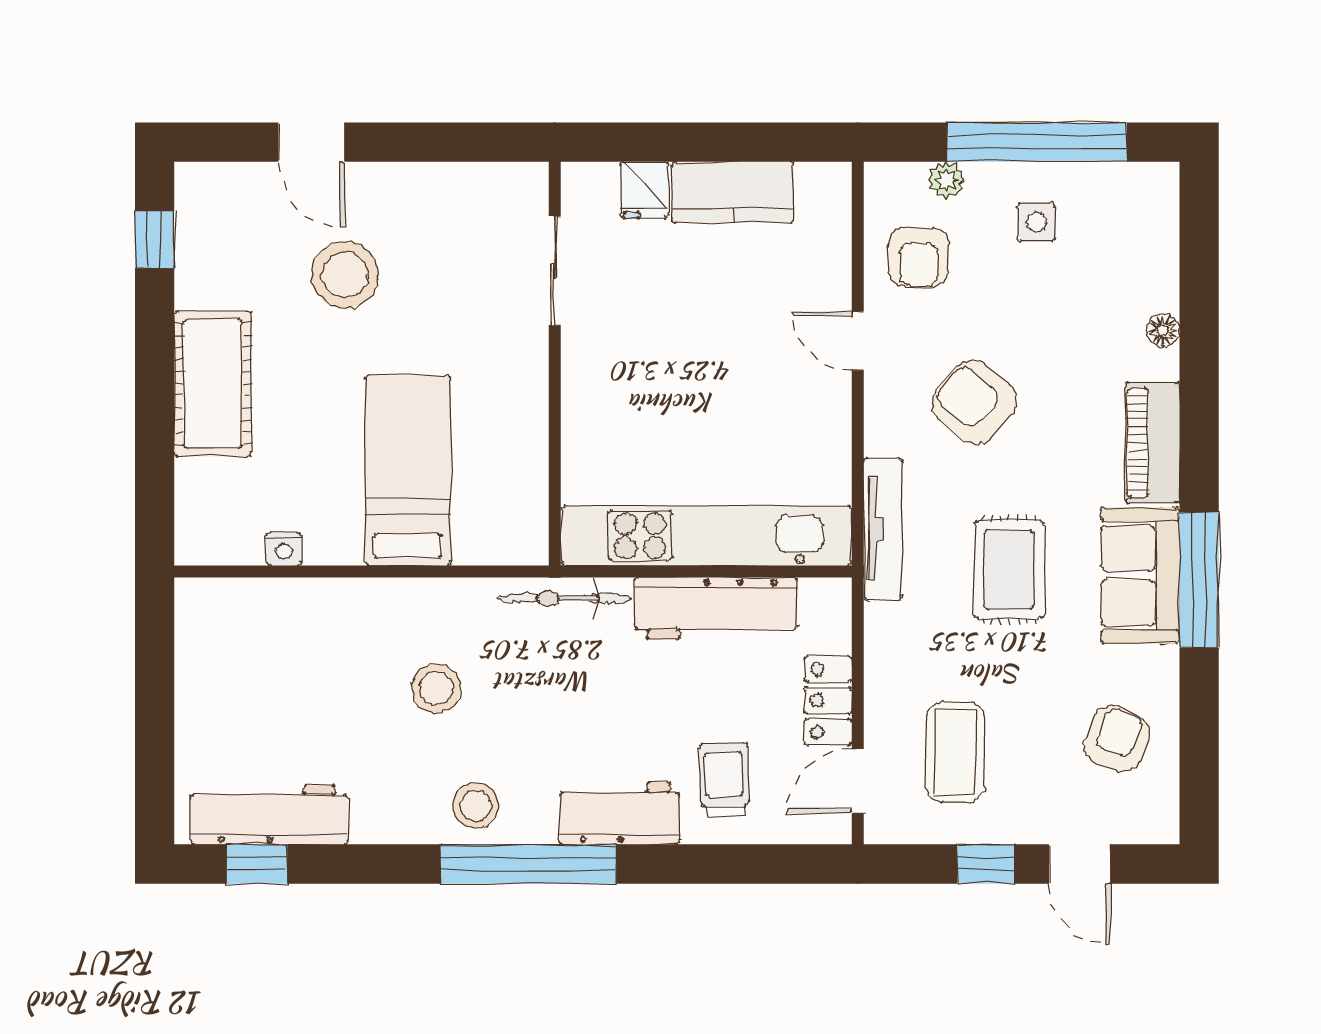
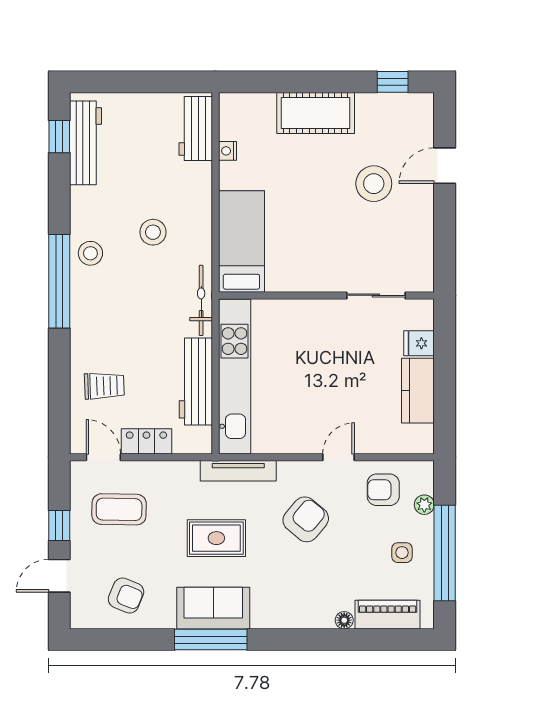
piano: (1152, 443) -> (388, 615), moved
bed: (408, 470) -> (241, 241), moved, turned -90
workbench: (620, 813) -> (196, 128), moved, turned 180

